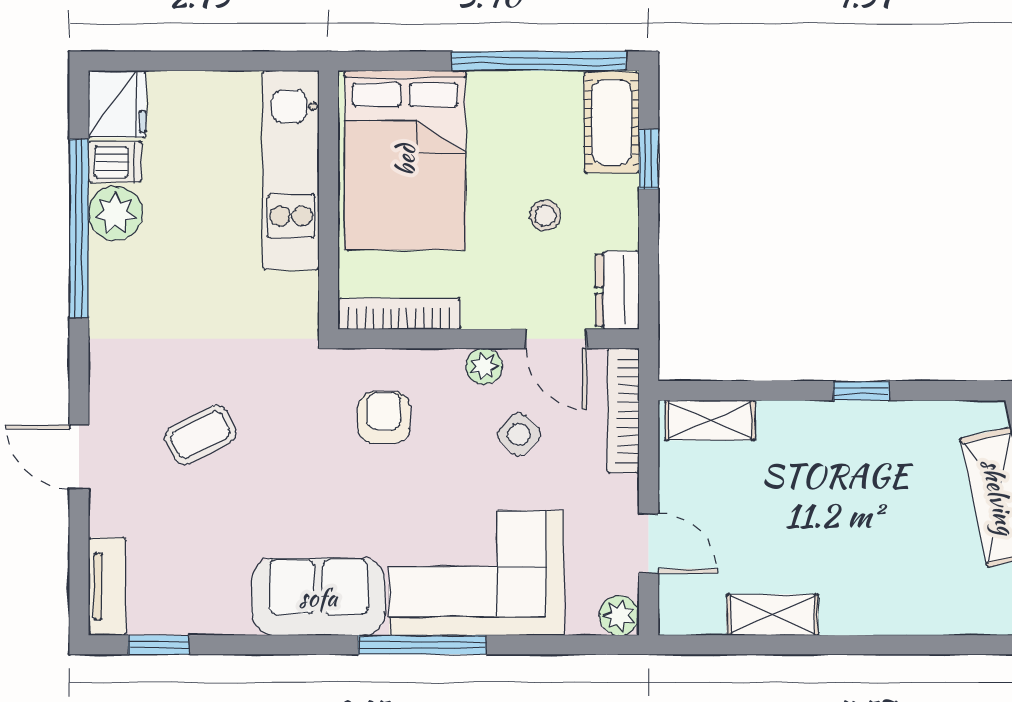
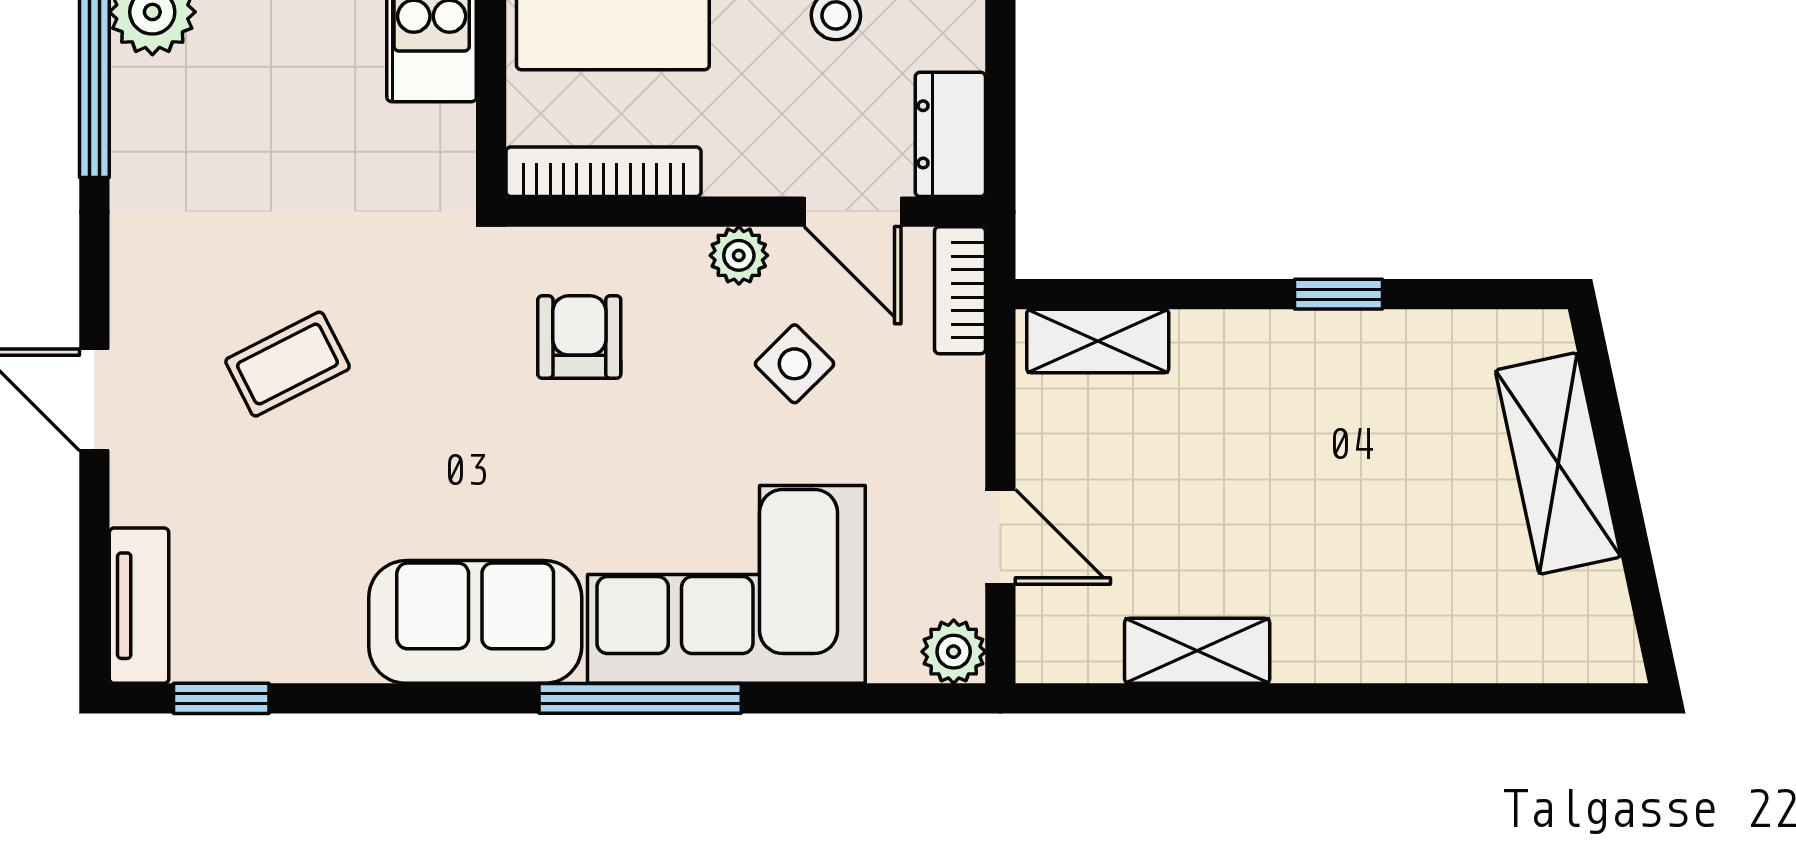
bookcase: (623, 411) -> (960, 290), width x0.64

